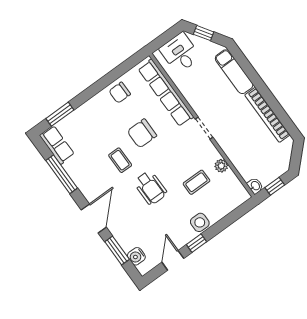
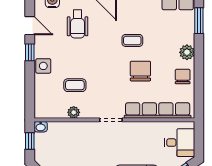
plant: (96, 104) -> (187, 52), added
coffee table: (196, 182) -> (75, 85), turned 90
wheelchair: (150, 188) -> (78, 24), moved, turned -90

